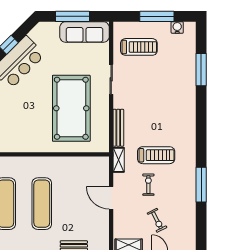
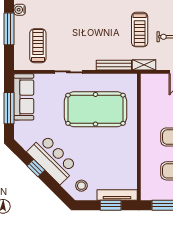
treadmill: (156, 155) -> (140, 30), turned 180

